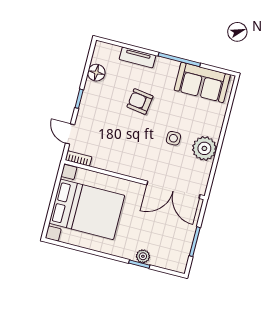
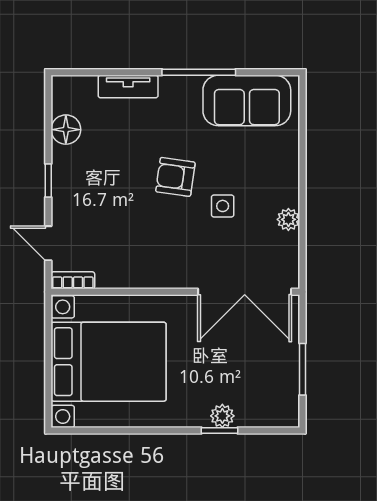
armchair: (140, 101) -> (175, 177), moved
plant: (204, 148) -> (288, 219), width x0.53, depth x0.53

